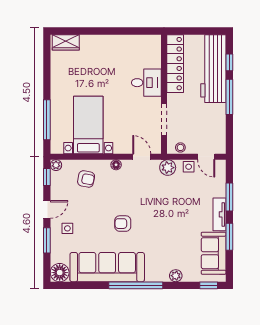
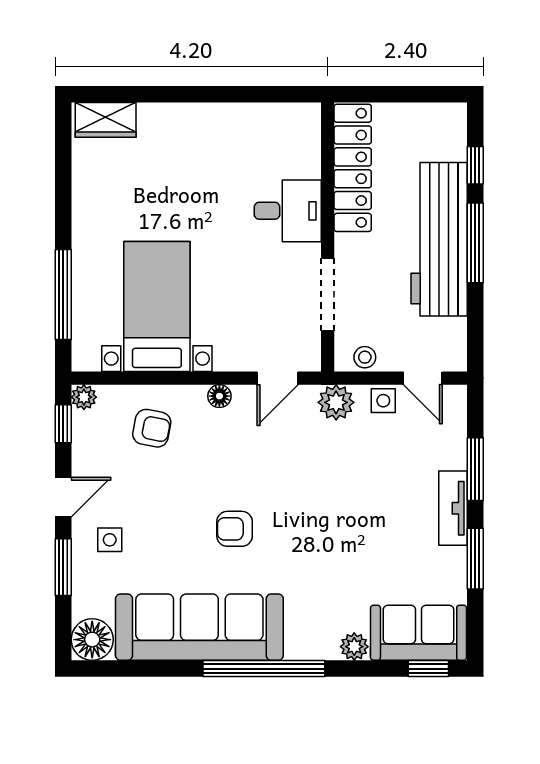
workbench: (213, 69) -> (439, 239), moved
door: (142, 157) -> (278, 378), swing flipped
sofa: (214, 253) -> (419, 633), moved, turned 90

